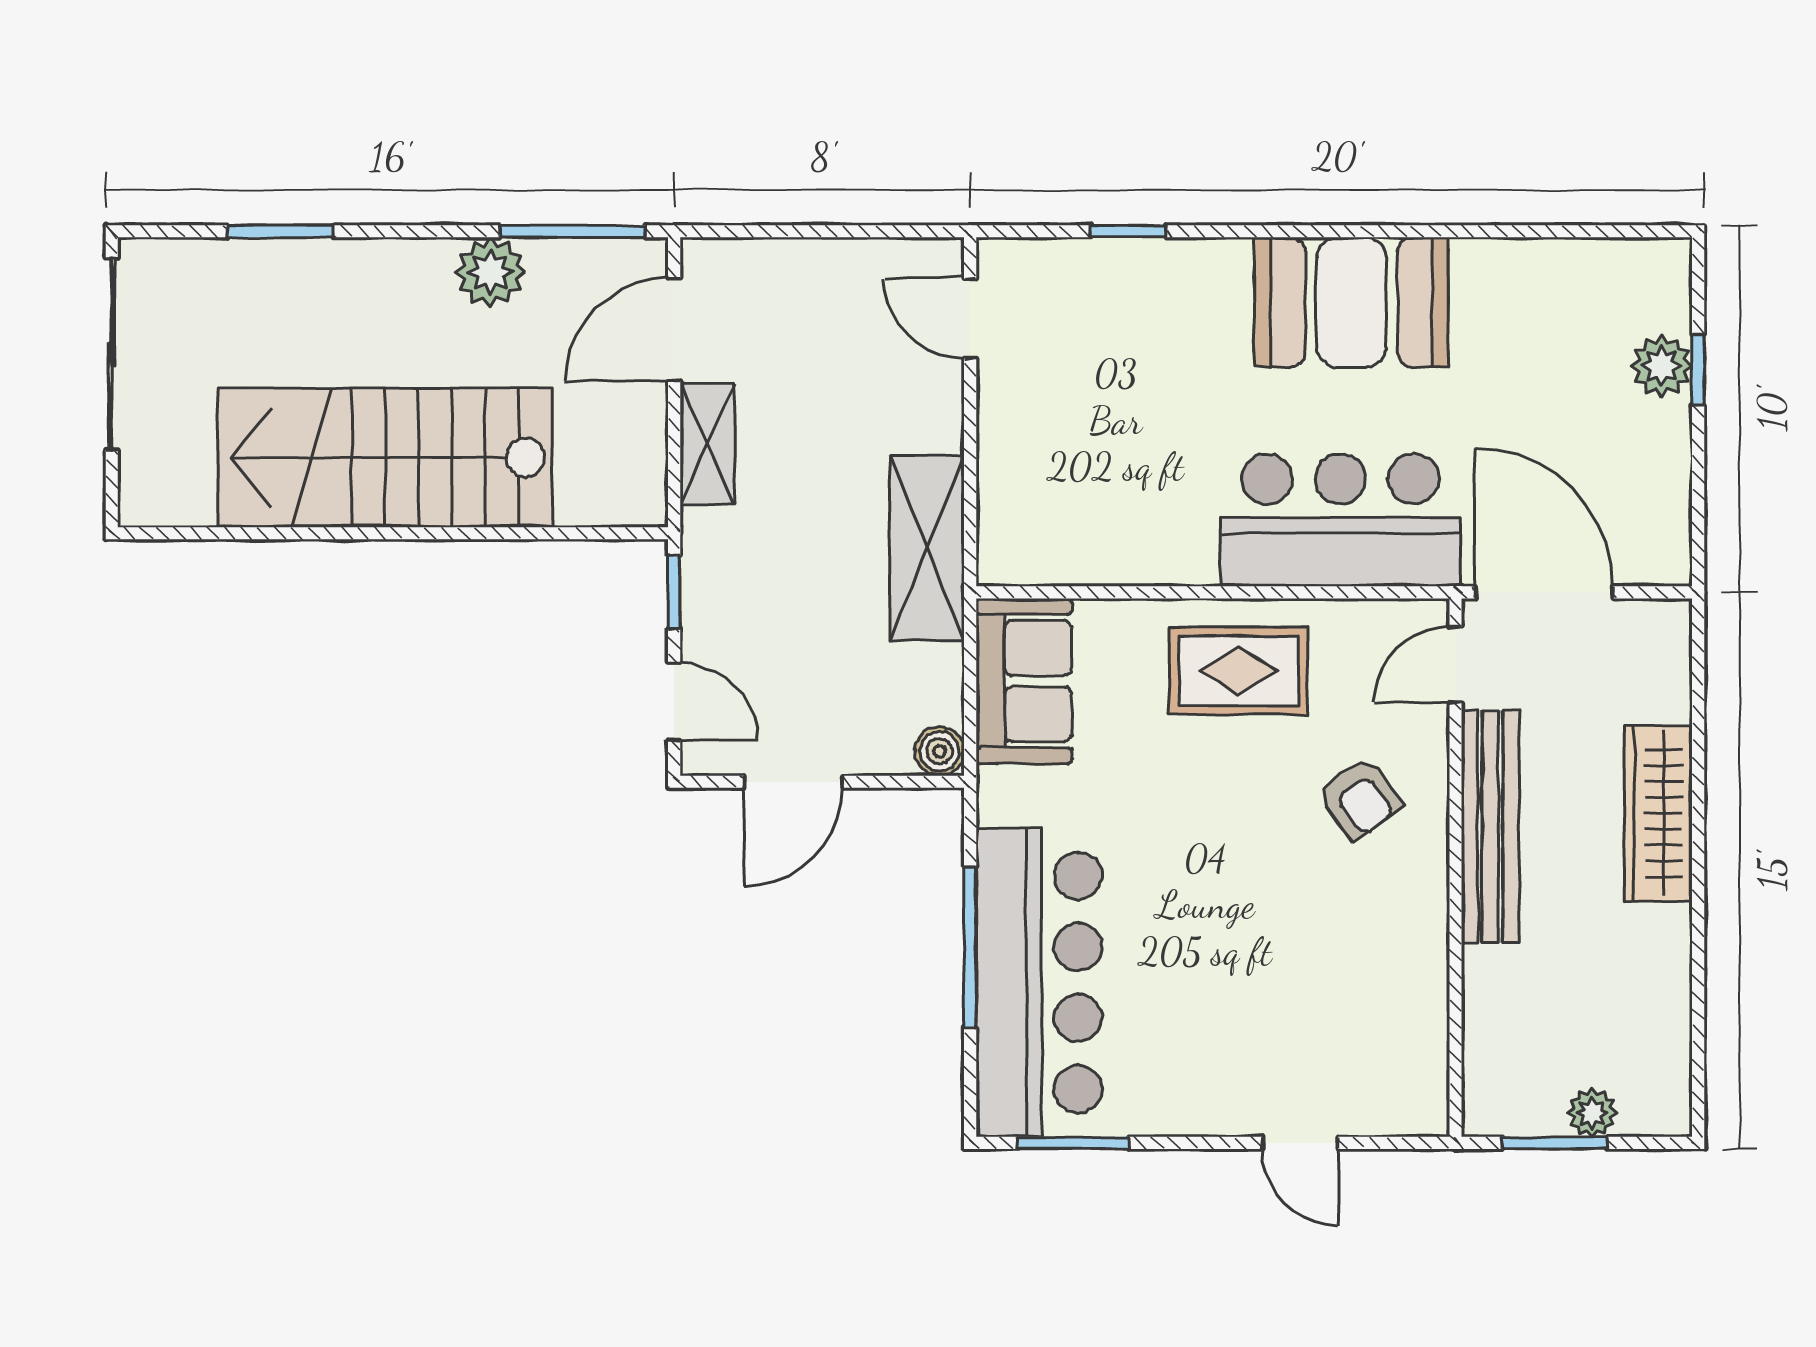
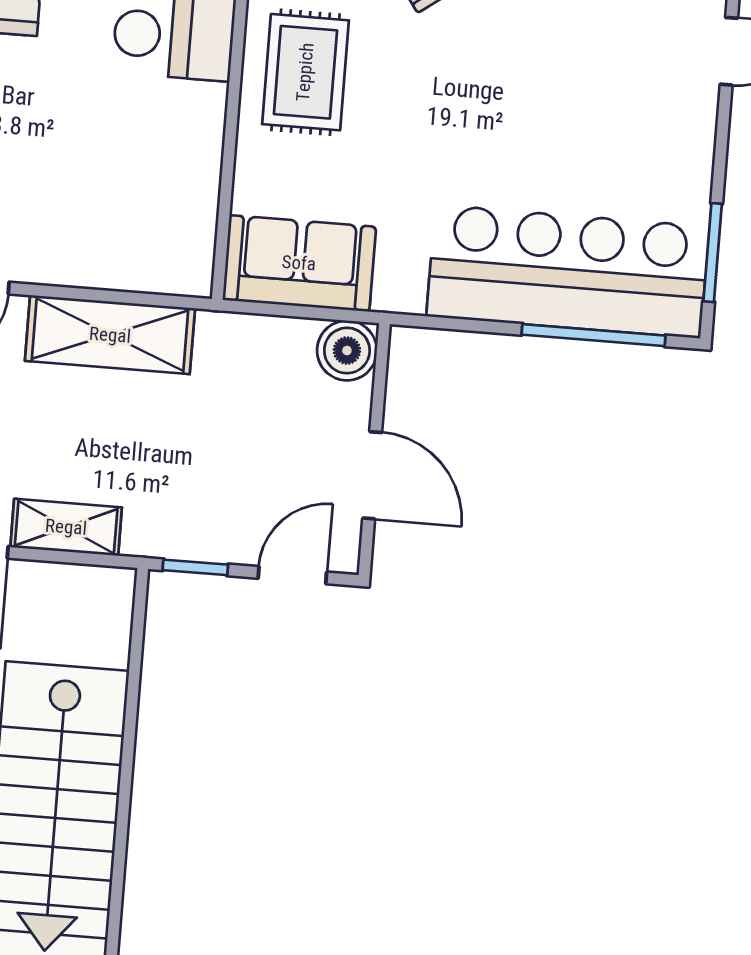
shelving: (927, 548) -> (110, 335), moved
boiler: (940, 751) -> (347, 351), width x1.36, depth x1.36
window: (970, 947) -> (594, 335), moved

